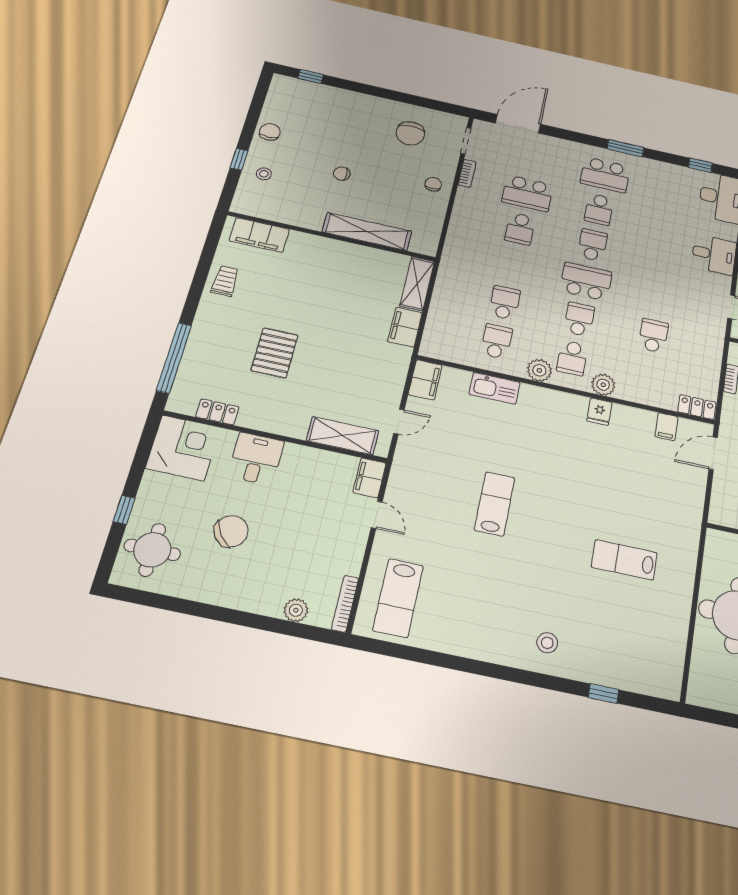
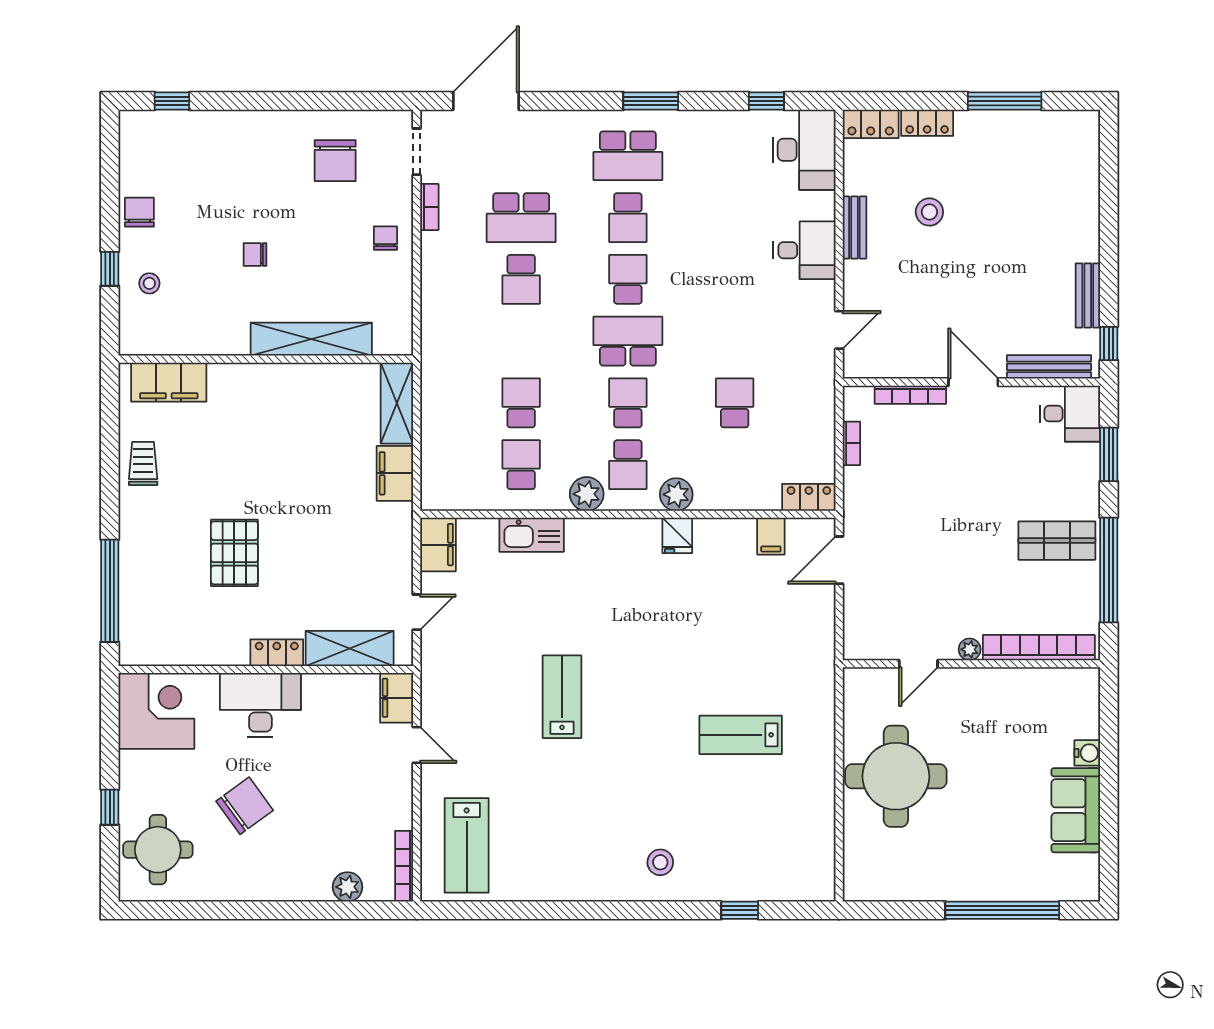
locker: (217, 412) -> (277, 653), moved
desk: (256, 459) -> (260, 705), width x1.37

